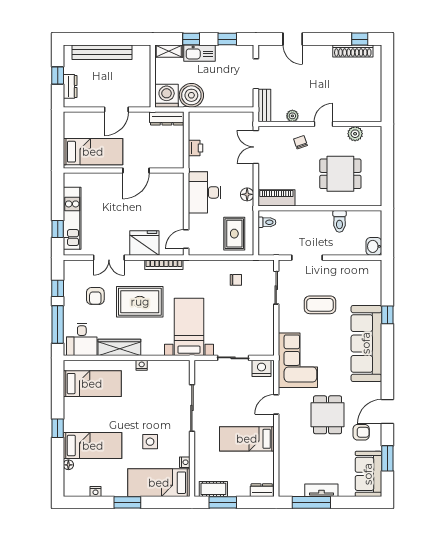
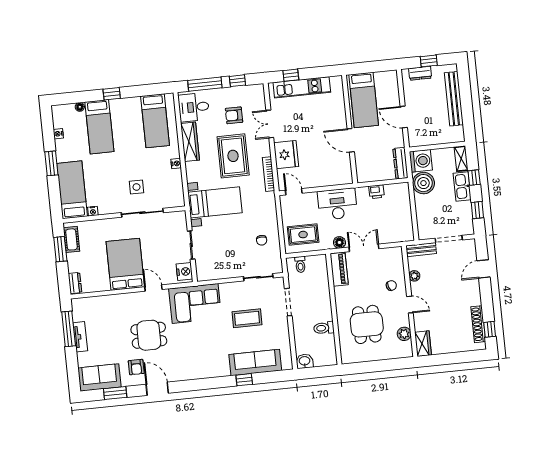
wardrobe: (368, 114) -> (423, 344), added
double door: (256, 147) -> (364, 248), moved
toilet: (267, 222) -> (300, 264), moved
coffee table: (320, 305) -> (247, 318), turned 90
sofa: (366, 343) -> (255, 362), moved, width x0.74, depth x0.79
bed: (247, 439) -> (125, 264), width x1.50
side table: (150, 442) -> (136, 187), moved

